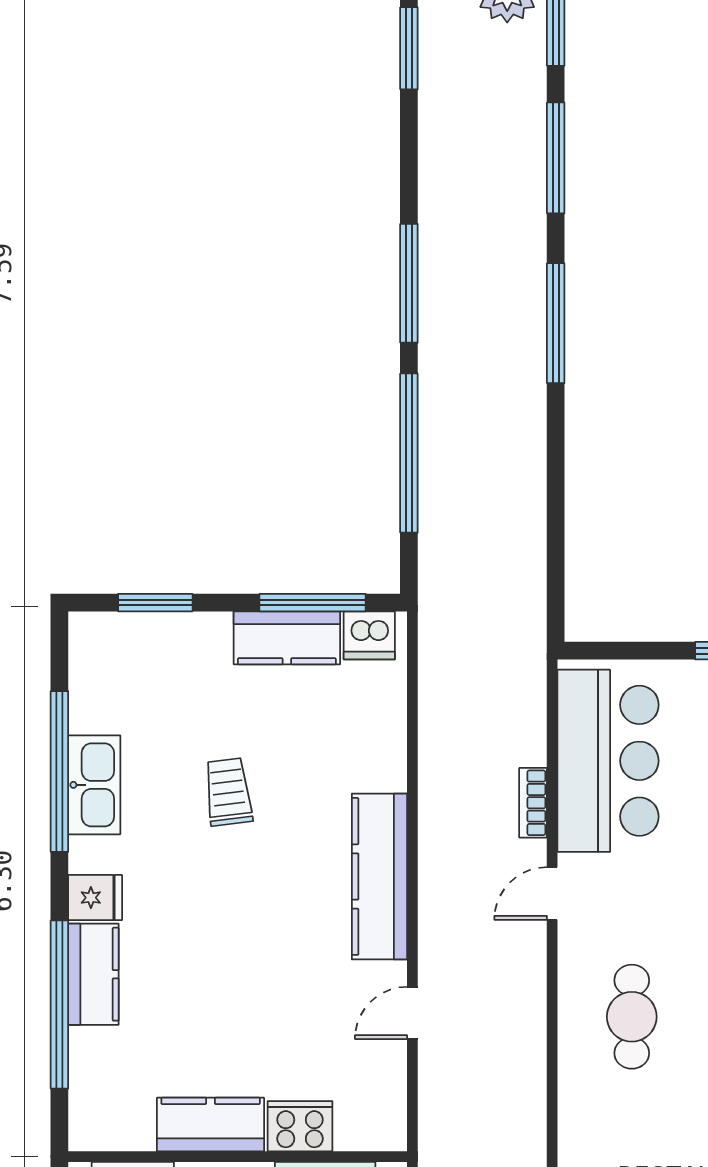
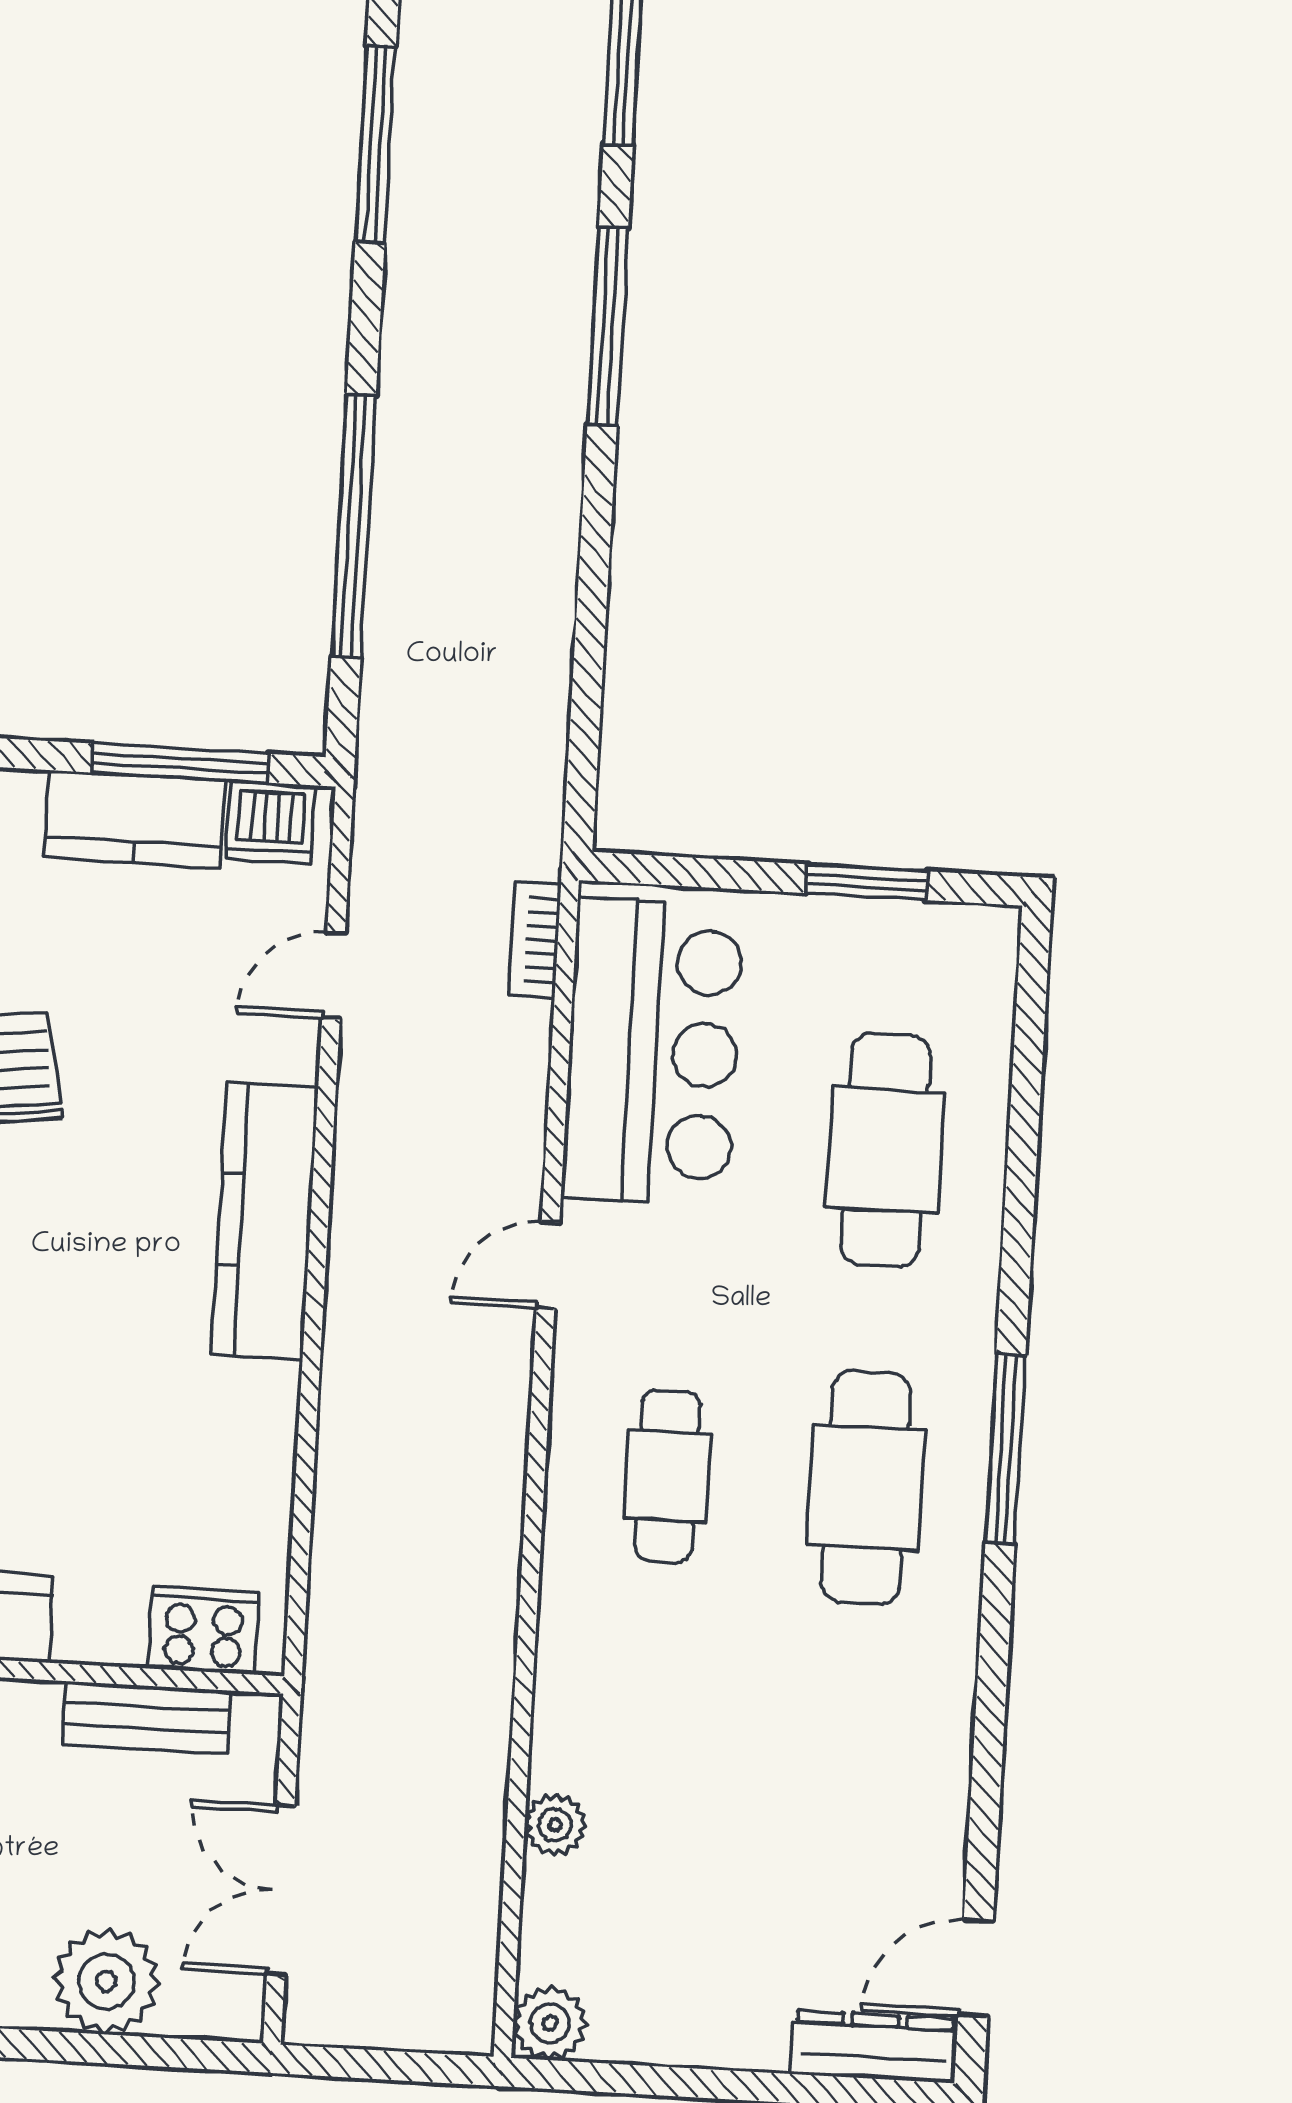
window: (409, 283) -> (376, 144), moved
bookcase: (533, 803) -> (535, 940), moved
door: (412, 1013) -> (333, 976), moved
cooker: (300, 1126) -> (204, 1630), moved

